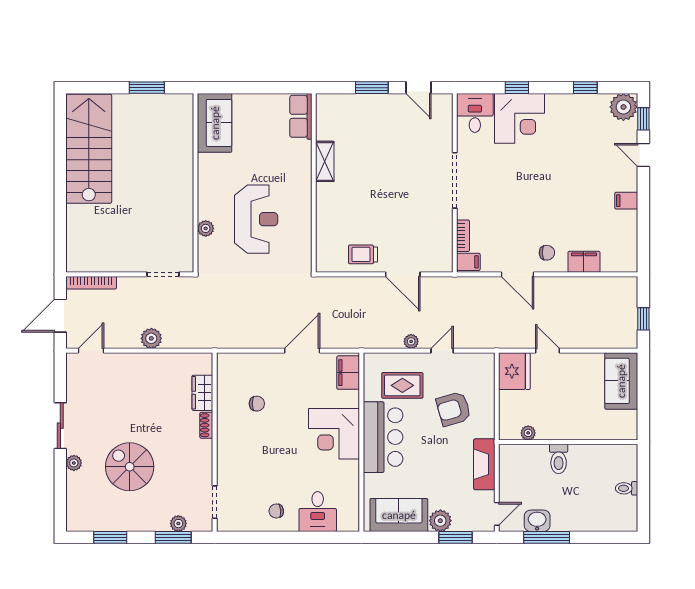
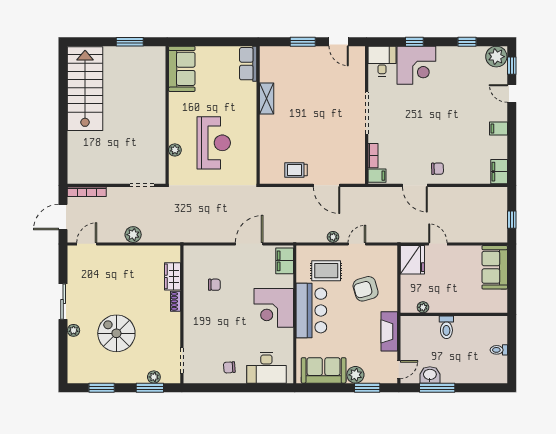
filing cabinet: (584, 262) -> (499, 172), moved, turned -90
desk: (318, 512) -> (266, 368), width x1.37

